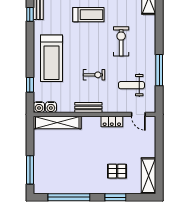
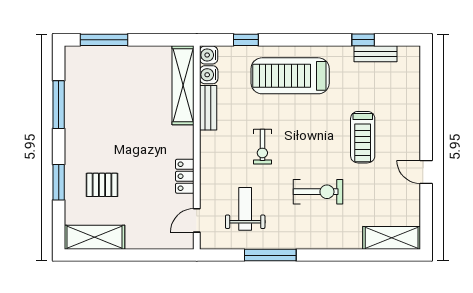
bench: (88, 107) -> (208, 108), moved
pallet: (117, 171) -> (102, 185), turned 90
window: (69, 197) -> (59, 105), width x0.68

